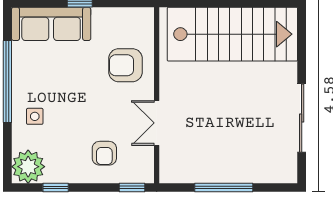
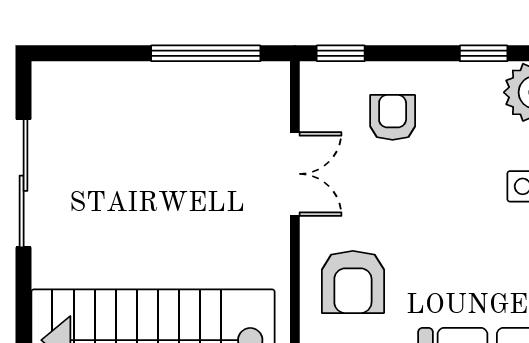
armchair: (125, 65) -> (353, 282), turned 90
window: (224, 188) -> (206, 53), moved

